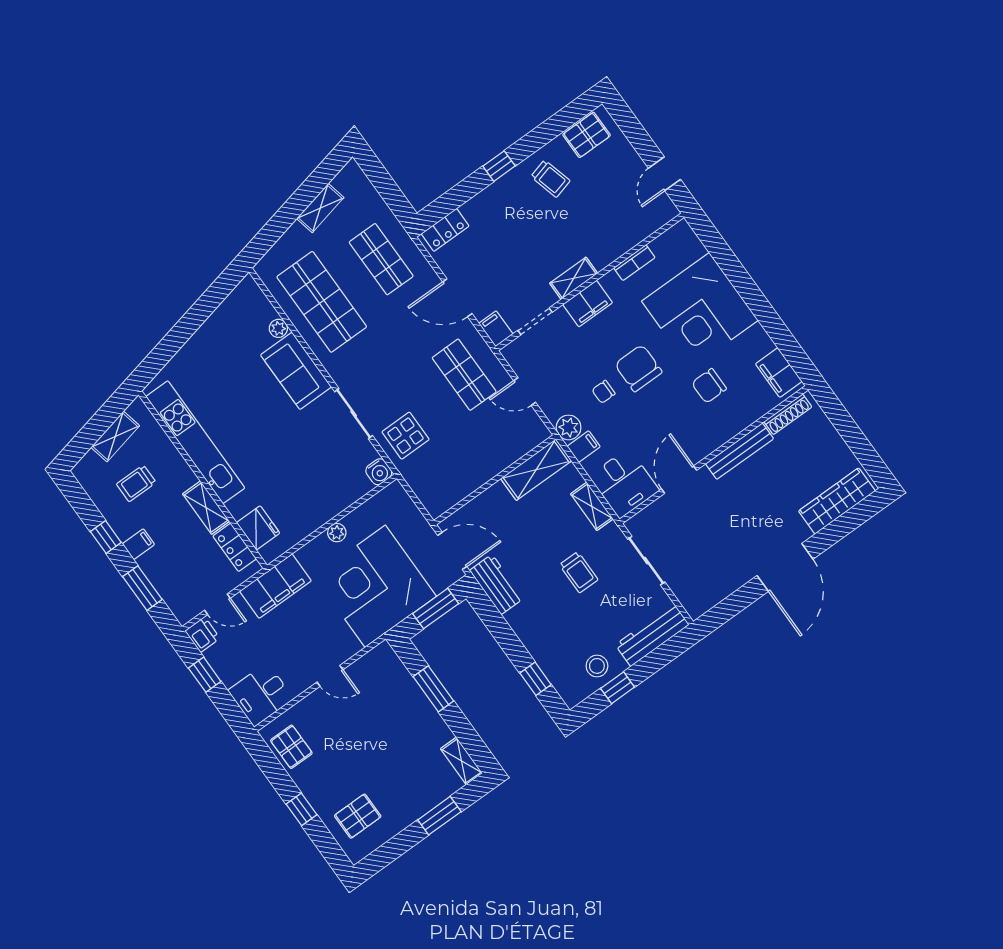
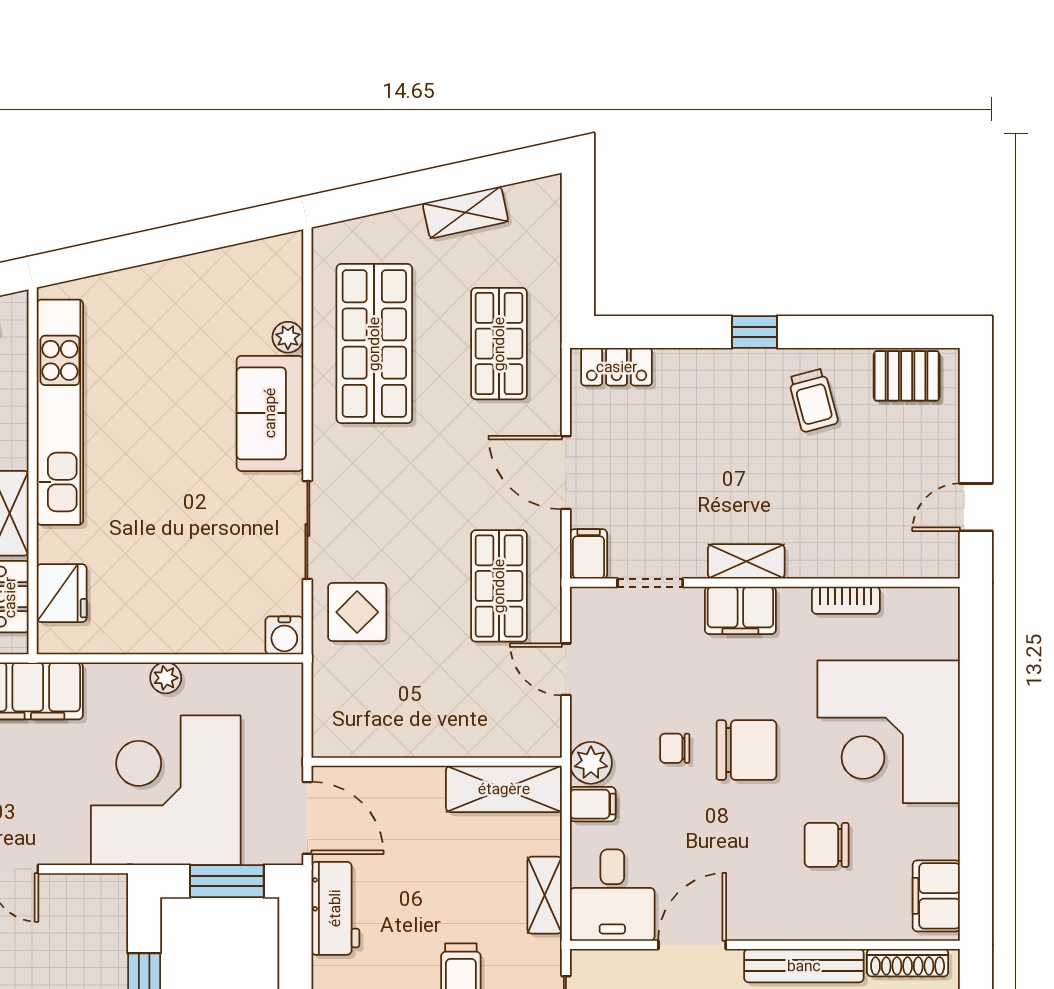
chair: (638, 368) -> (746, 750), turned 90

